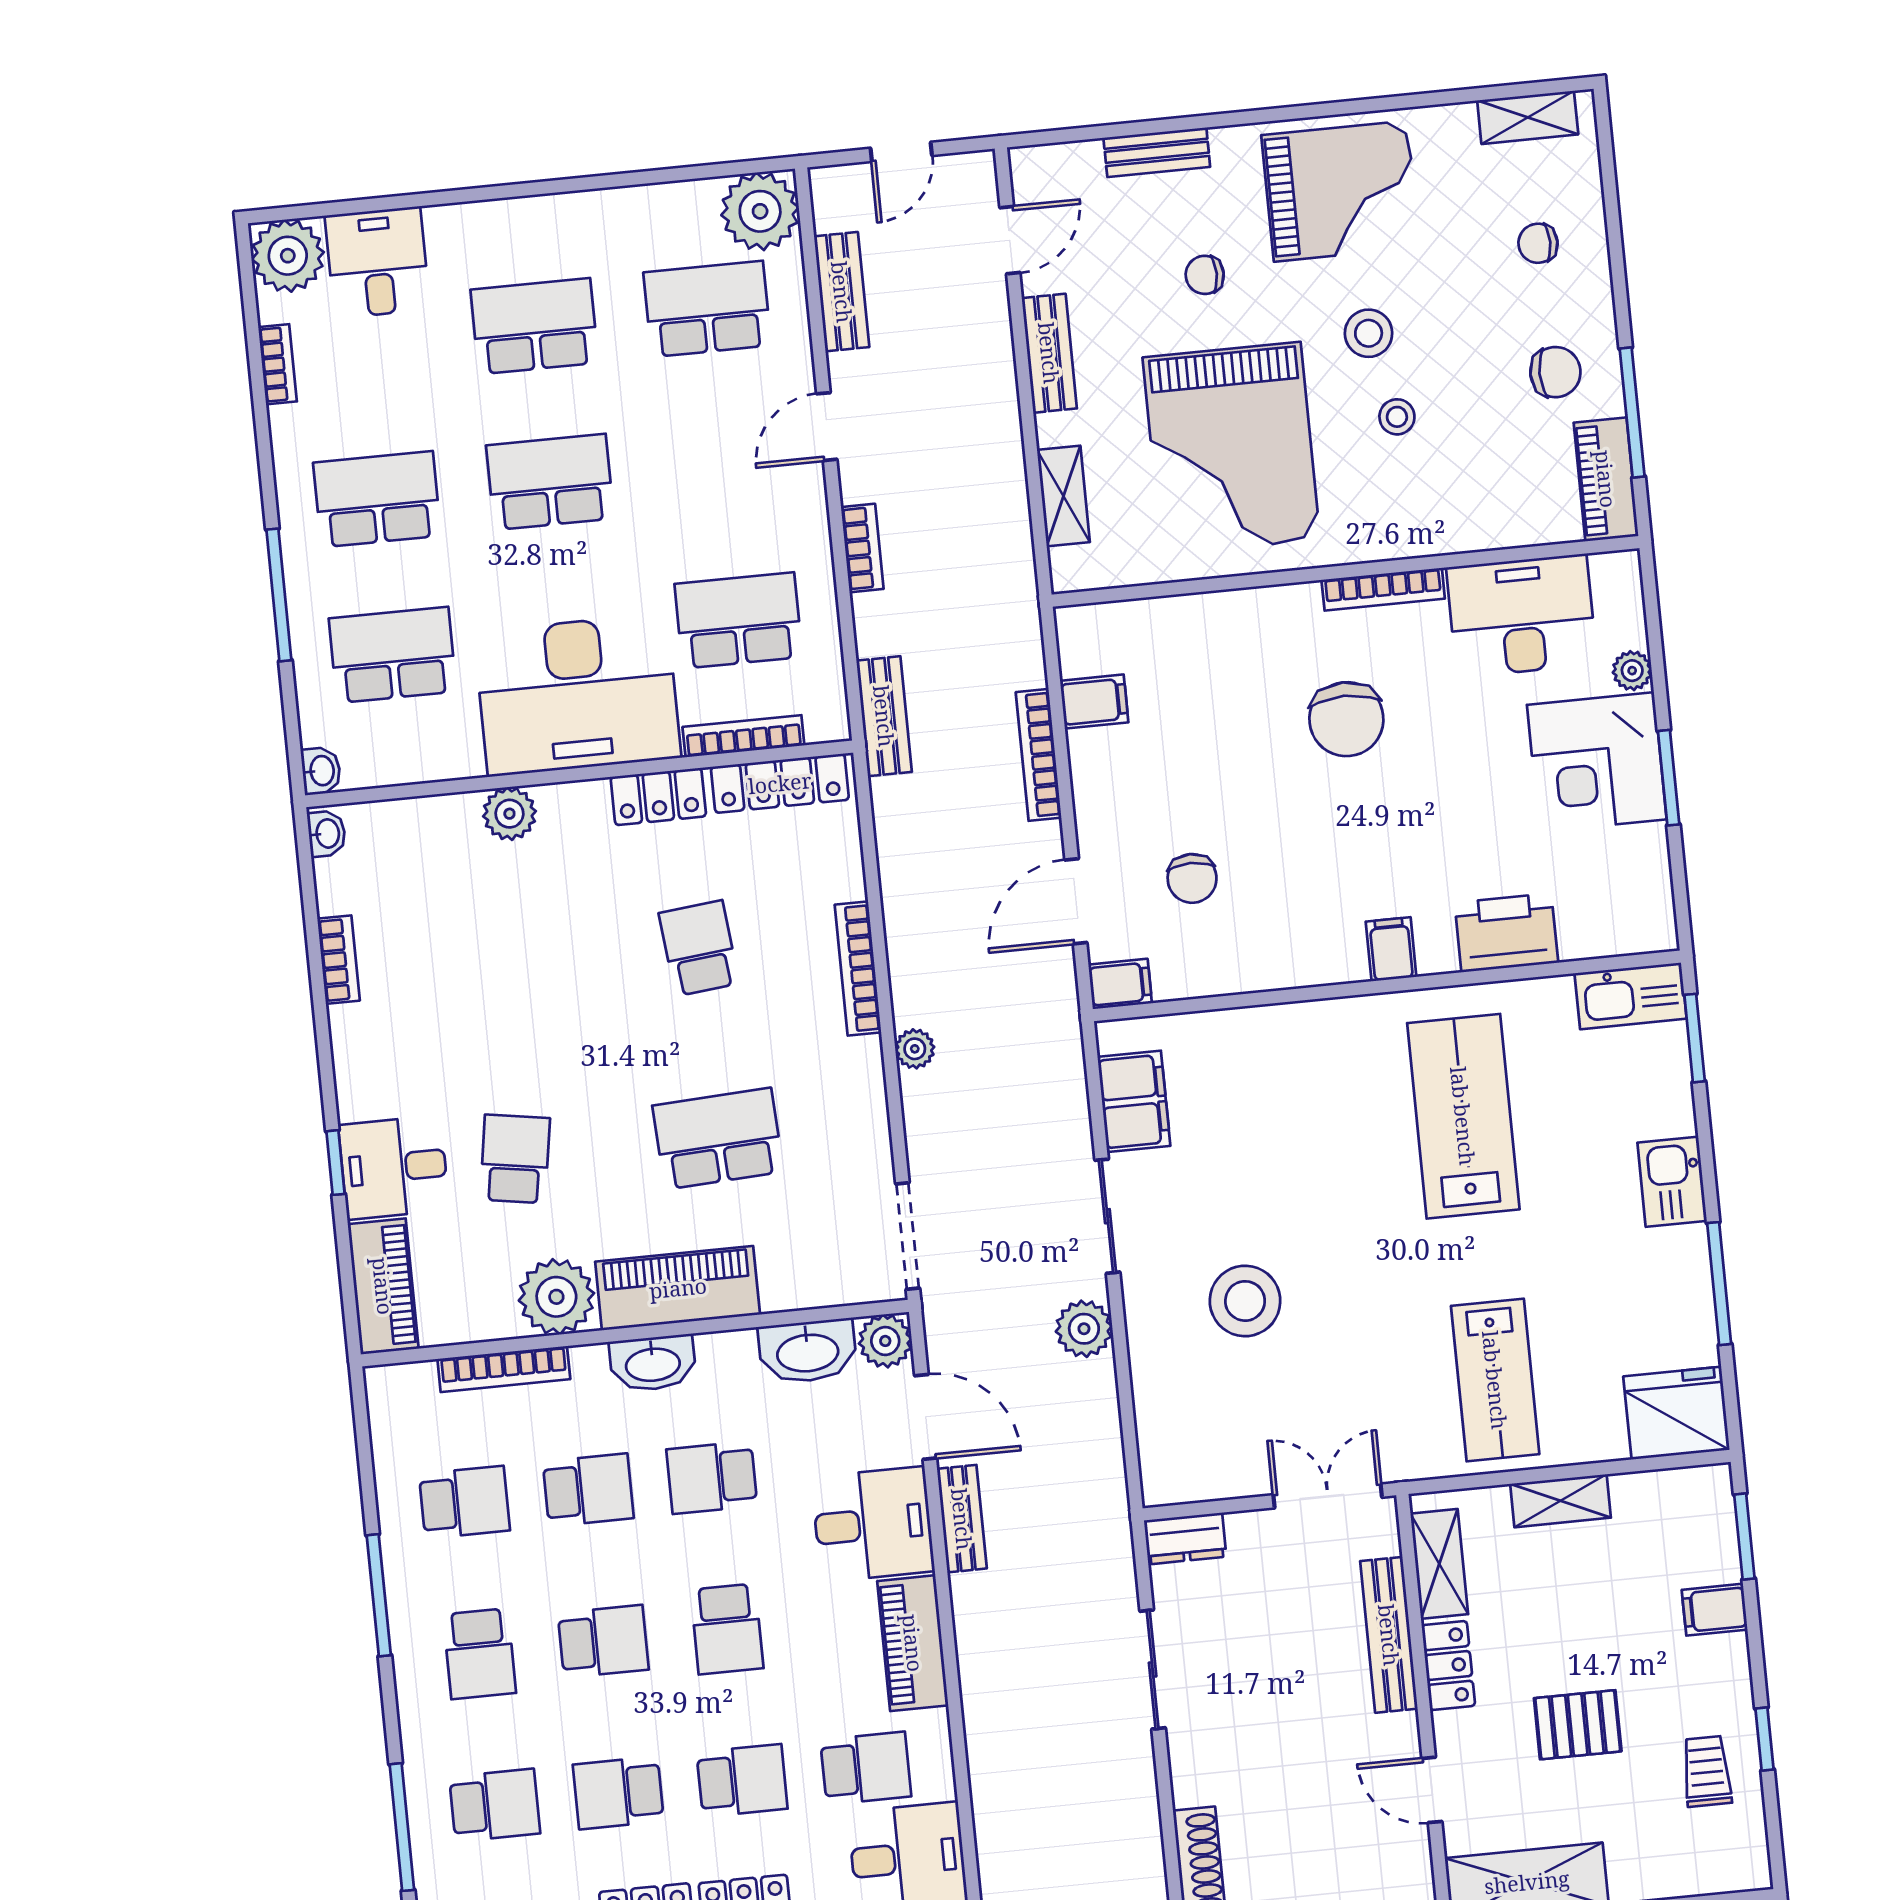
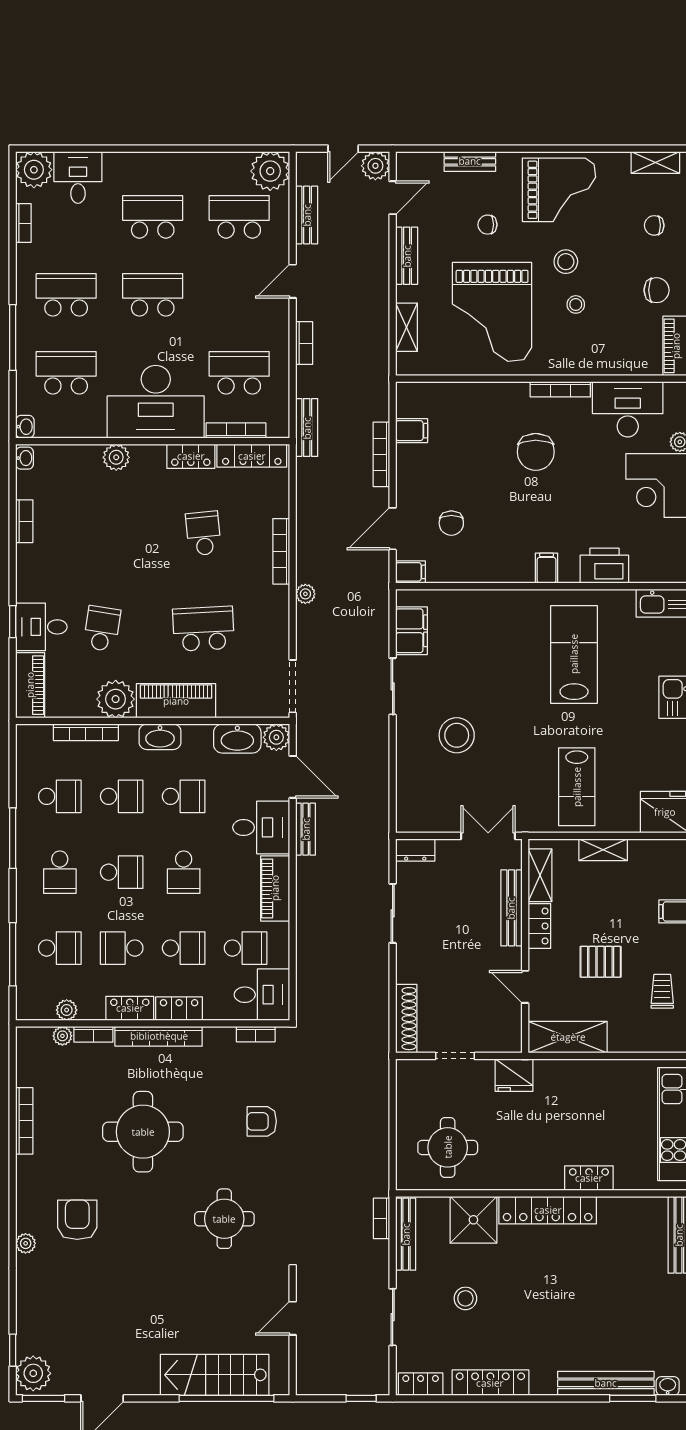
plant: (1084, 1329) -> (375, 166), moved
school desk: (712, 1478) -> (184, 796), turned 180

